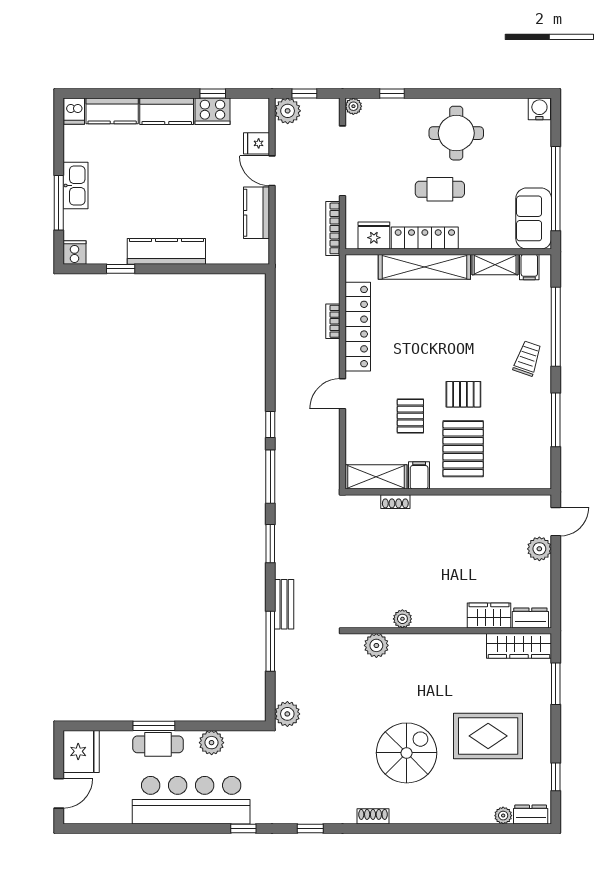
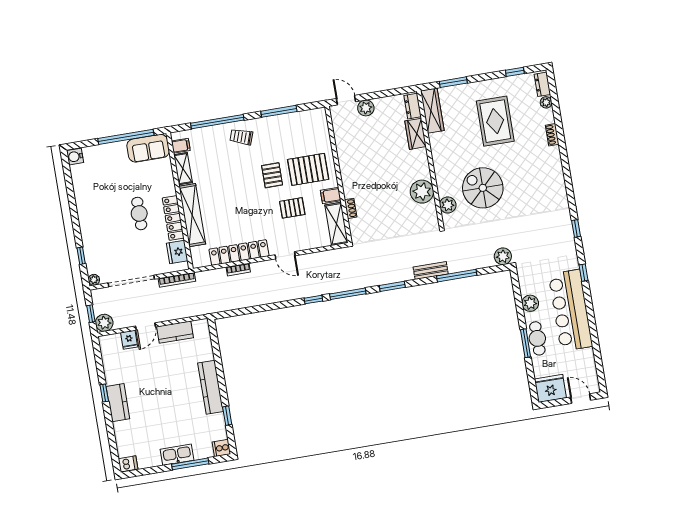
window: (213, 94) -> (104, 393), moved
kitchen counter: (112, 111) -> (124, 439), removed
cooker: (212, 111) -> (113, 372), removed
round table: (456, 133) -> (100, 209), removed
plant: (402, 619) -> (422, 192), width x1.88, depth x1.88
spiral stairs: (407, 753) -> (483, 188), moved
shoe rack: (373, 816) -> (552, 135), moved

